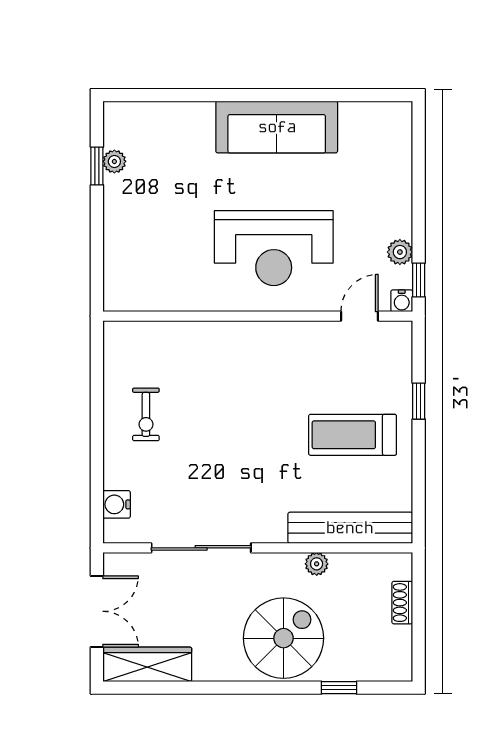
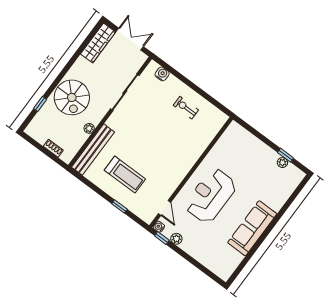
treadmill: (353, 435) -> (125, 175), turned 90
double door: (97, 611) -> (130, 39), swing flipped

